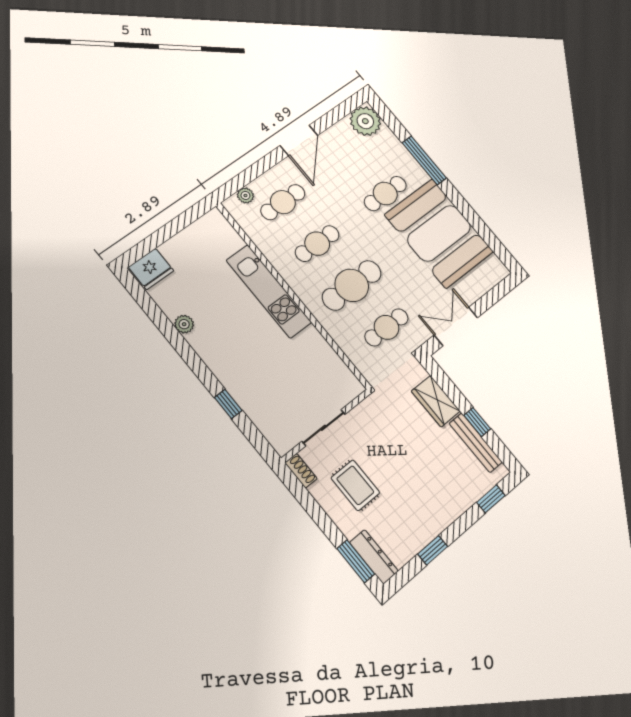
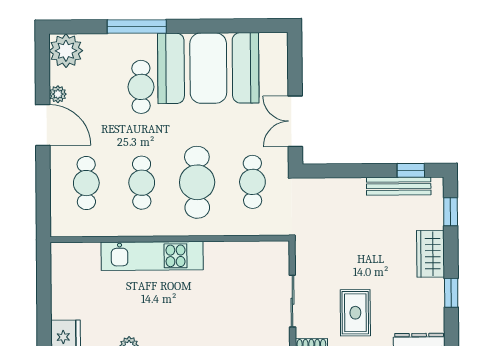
plant: (245, 195) -> (58, 94), moved
wardrobe: (436, 401) -> (431, 254), moved, turned 90
window: (477, 422) -> (411, 170), moved
rug: (355, 485) -> (355, 313), turned 90

